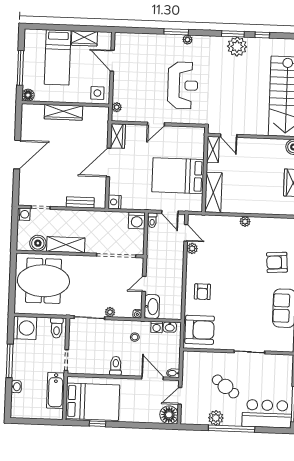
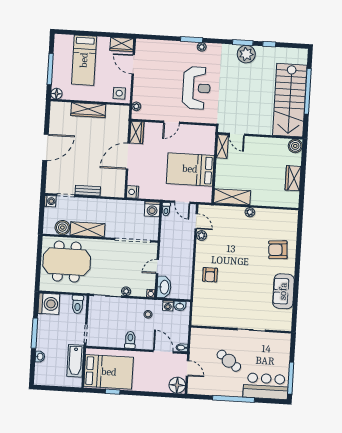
wardrobe: (84, 38) -> (122, 44), moved
shelving: (213, 192) -> (232, 197), moved, turned 90
bench: (80, 202) -> (88, 191), moved
armchair: (200, 330) -> (207, 309), removed
door: (180, 396) -> (187, 368), swing flipped
plant: (216, 418) -> (219, 389), removed

